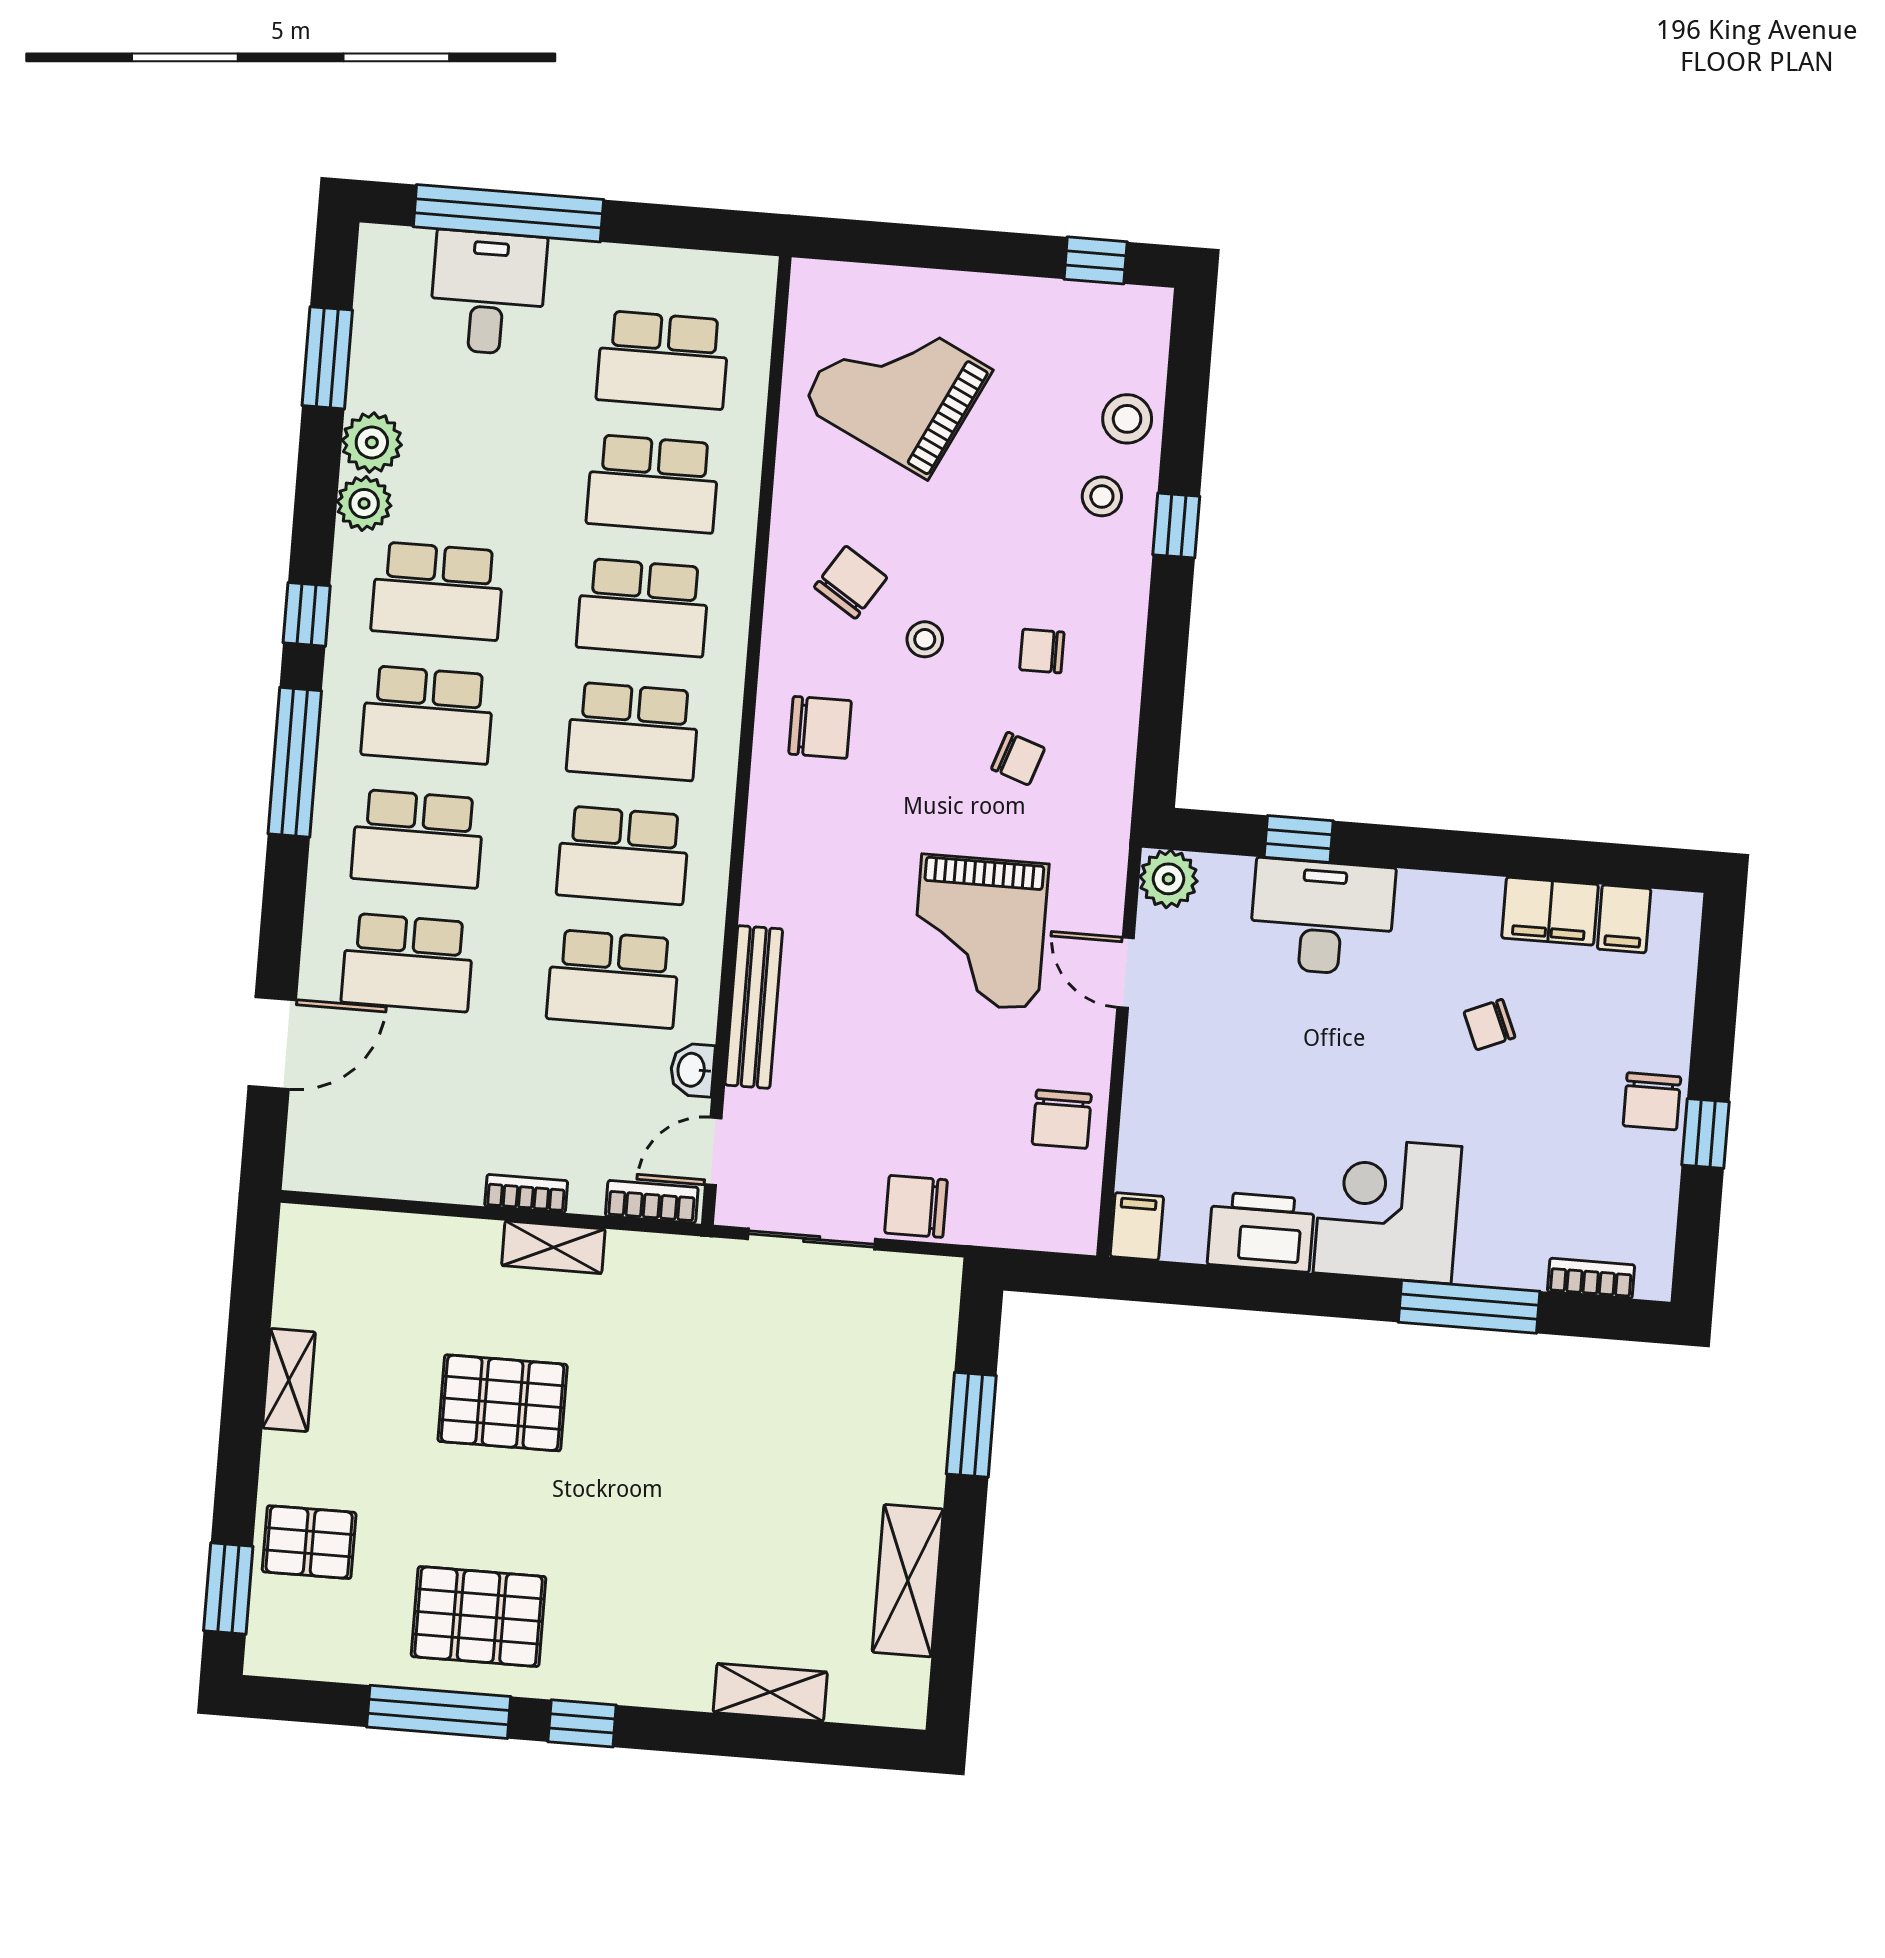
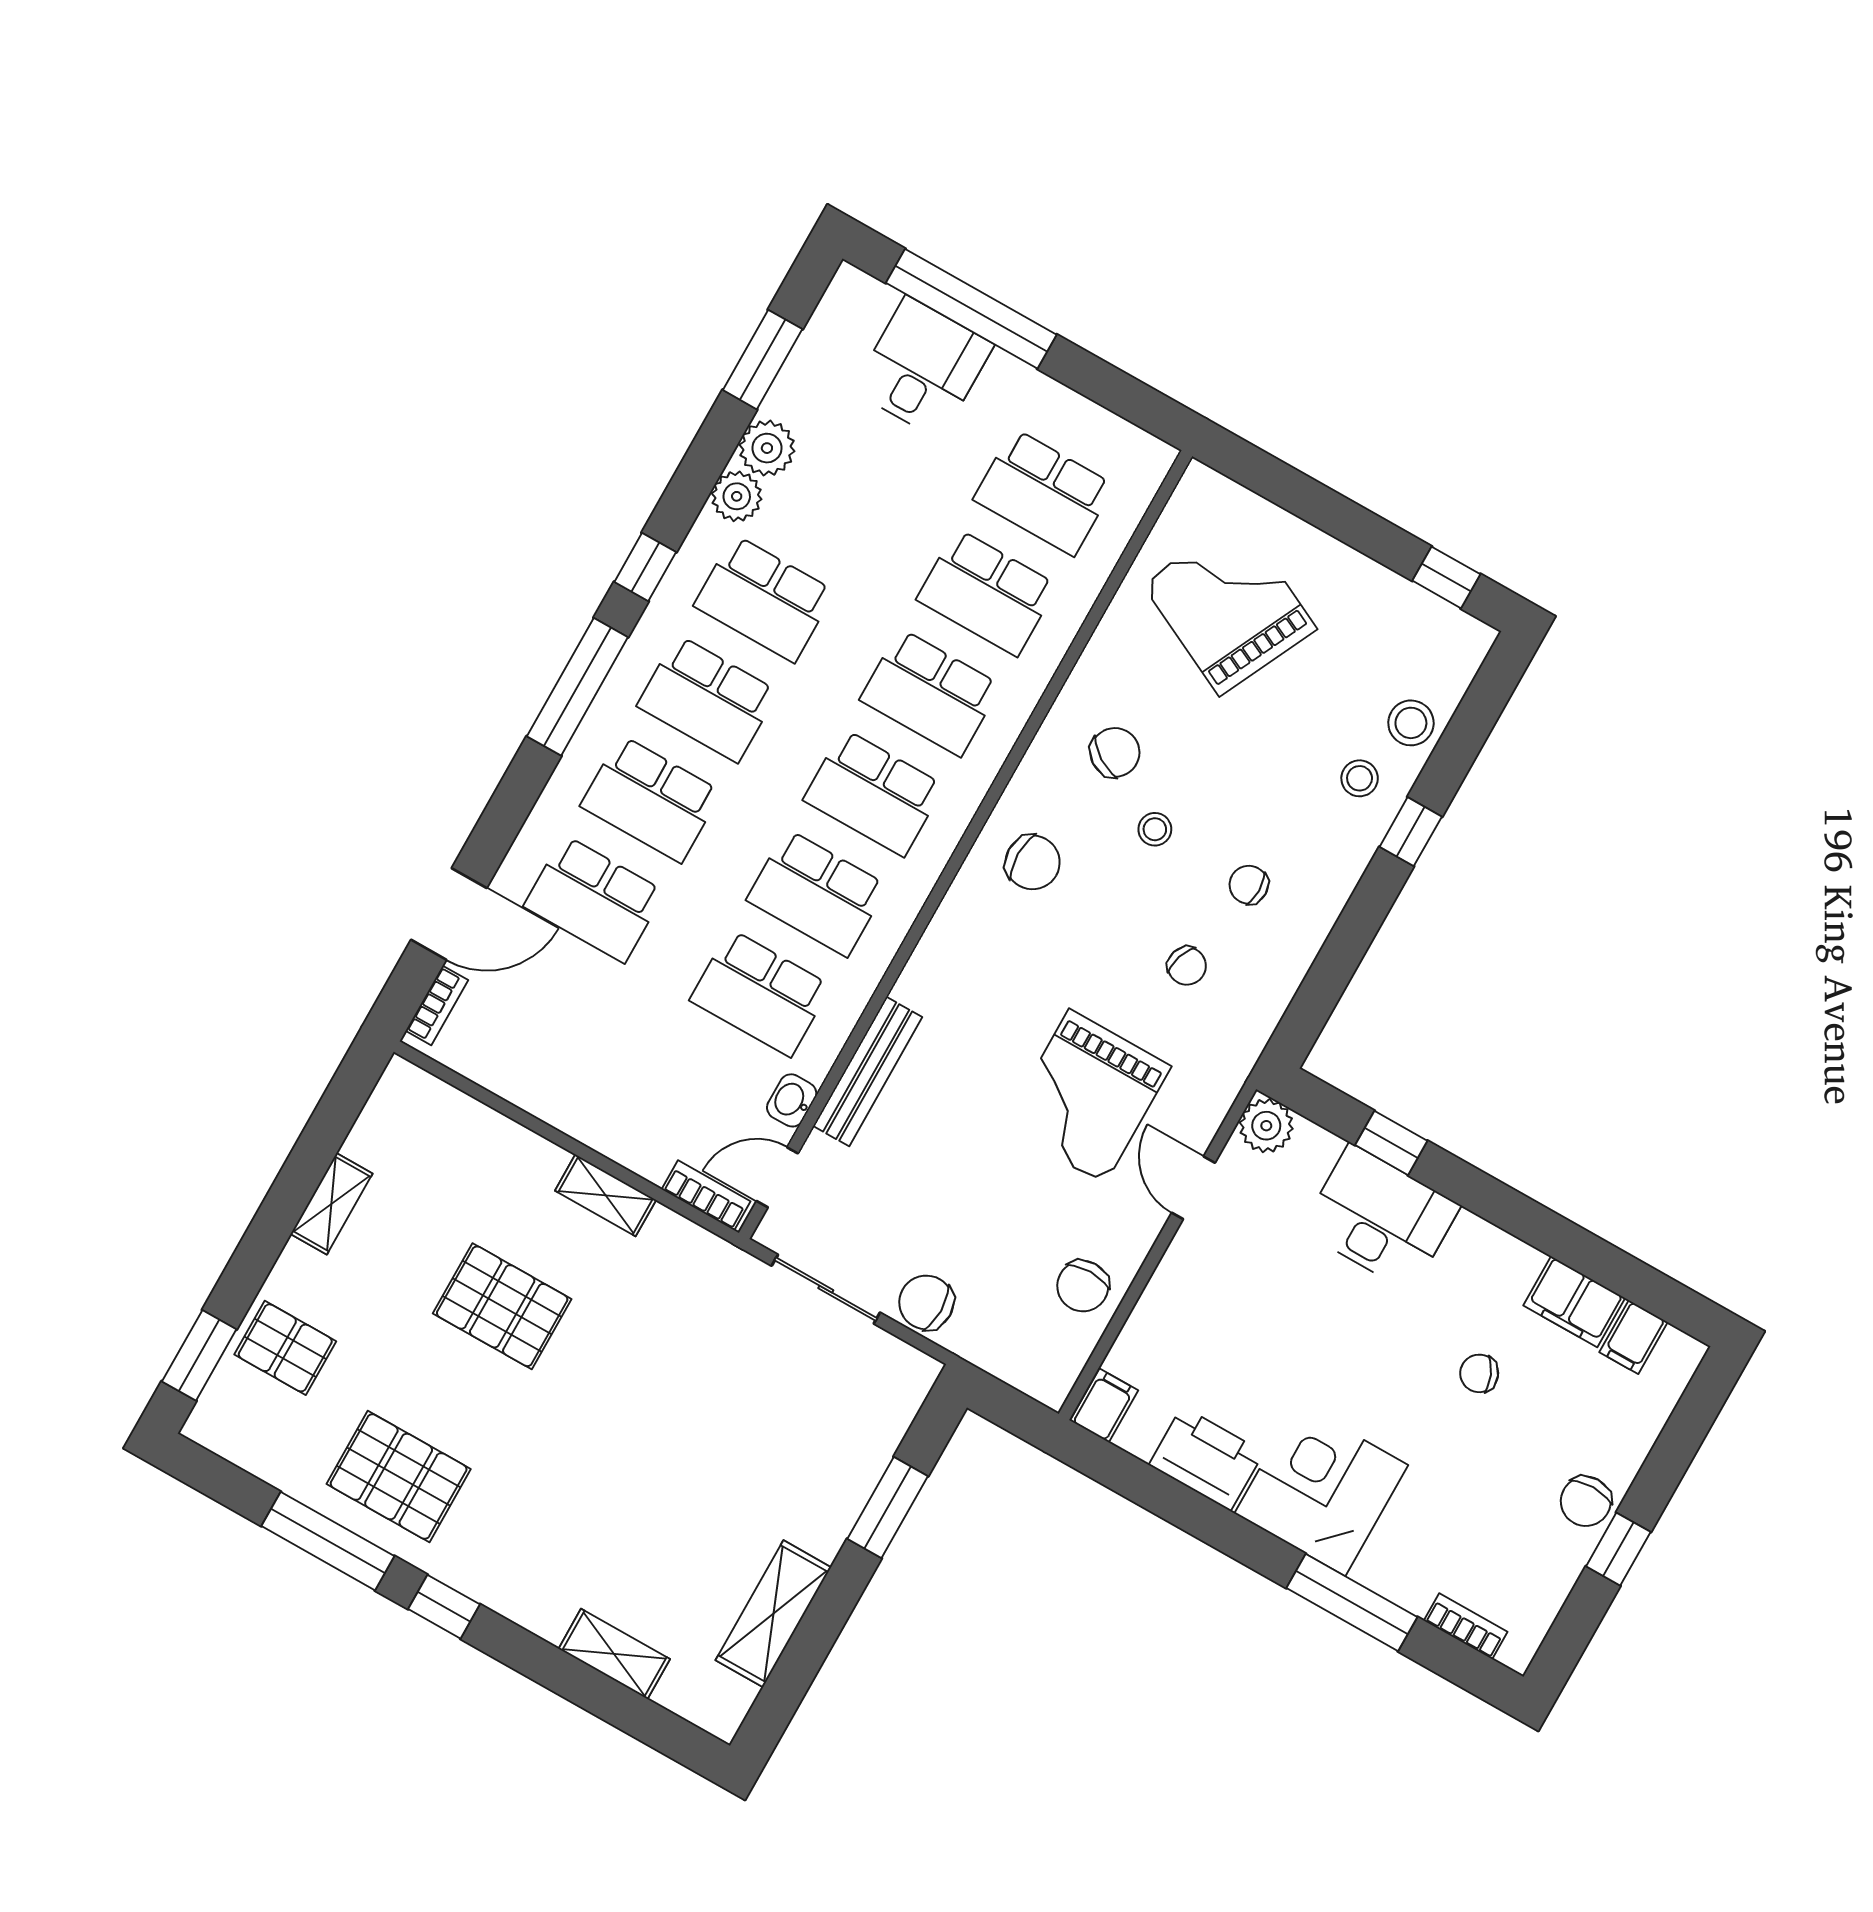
bookcase: (526, 1193) -> (437, 1005), moved, turned 90

